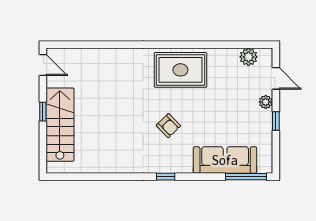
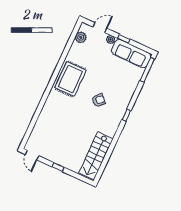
door: (43, 65) -> (32, 155), swing flipped
stairs: (60, 125) -> (96, 156), moved, turned -90
sofa: (225, 160) -> (131, 53), moved, turned -90

